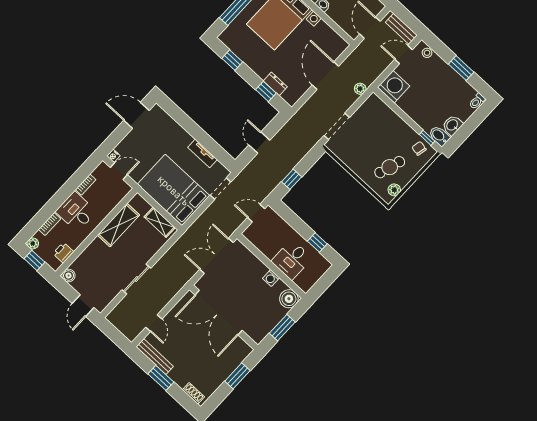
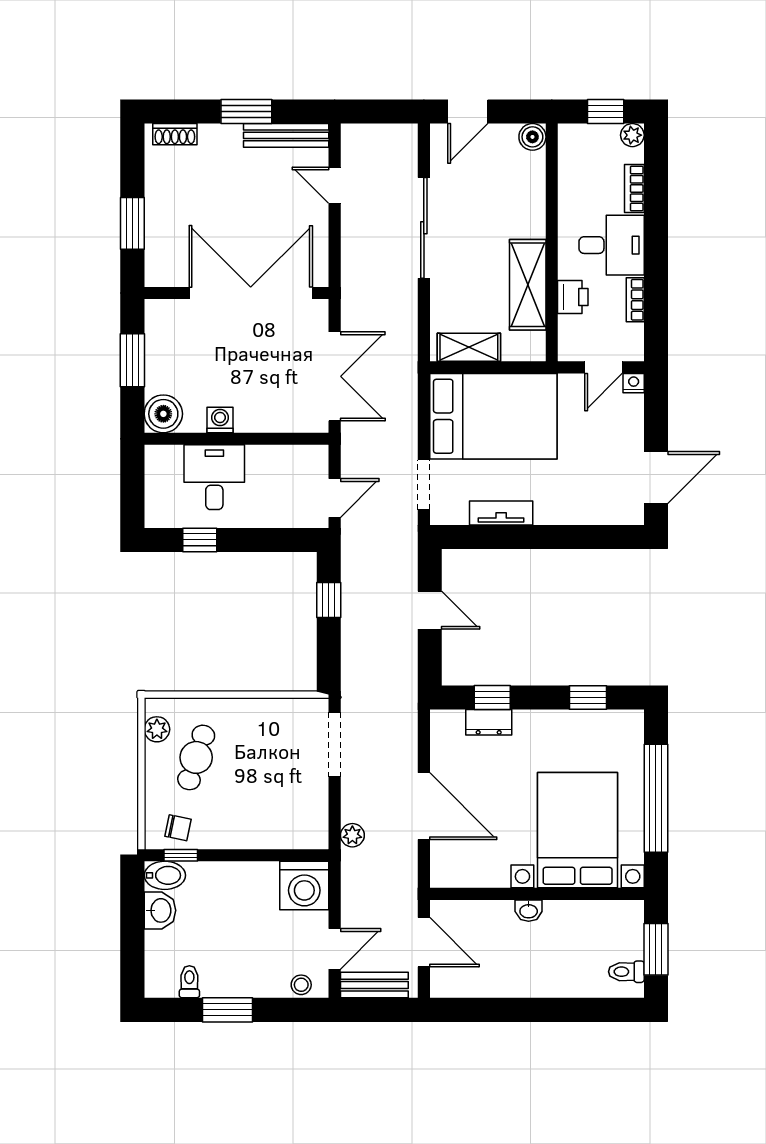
toilet: (477, 101) -> (189, 982), moved
printer: (63, 253) -> (573, 297), moved
sliding door: (136, 279) -> (424, 228), width x1.37
door: (83, 306) -> (468, 112), swing flipped

